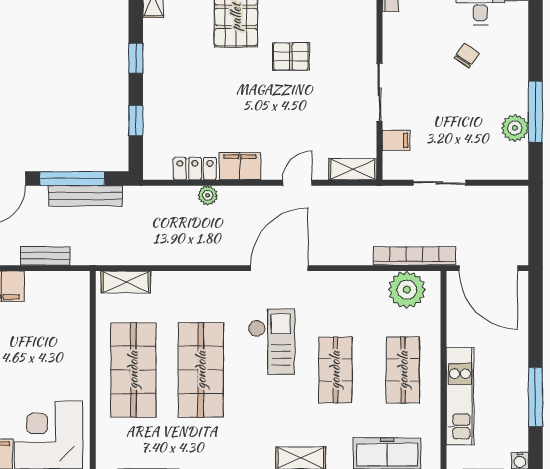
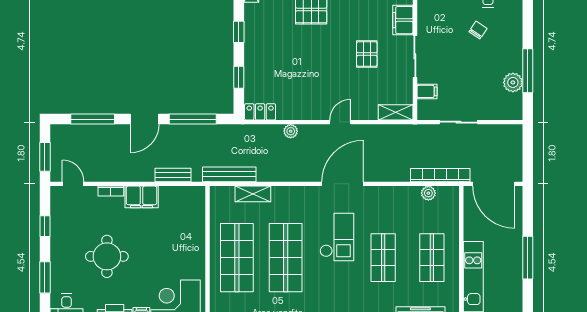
pallet: (291, 56) -> (367, 54), moved, turned 90
filing cabinet: (240, 166) -> (403, 20), moved, turned -90
locker: (195, 169) -> (260, 112), moved
door: (297, 183) -> (340, 122), moved
bench: (86, 196) -> (229, 174), moved
shelving: (126, 282) -> (253, 194), moved
plant: (407, 290) -> (428, 193), width x0.53, depth x0.53
window: (535, 397) -> (528, 258), moved

